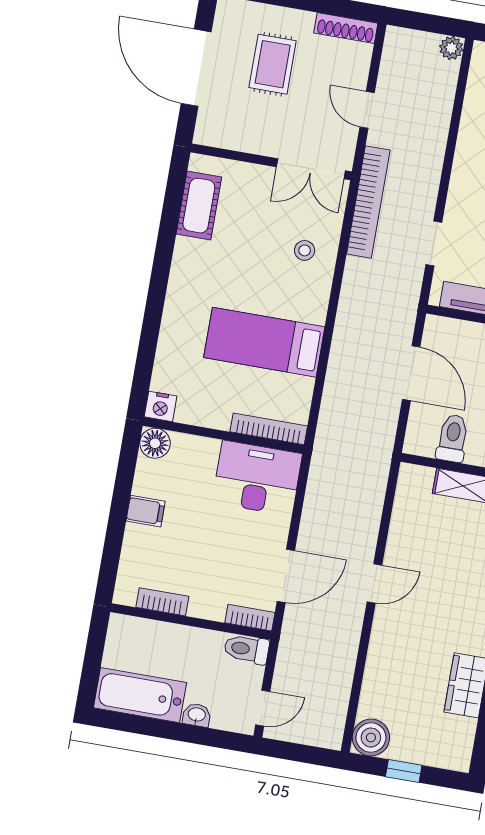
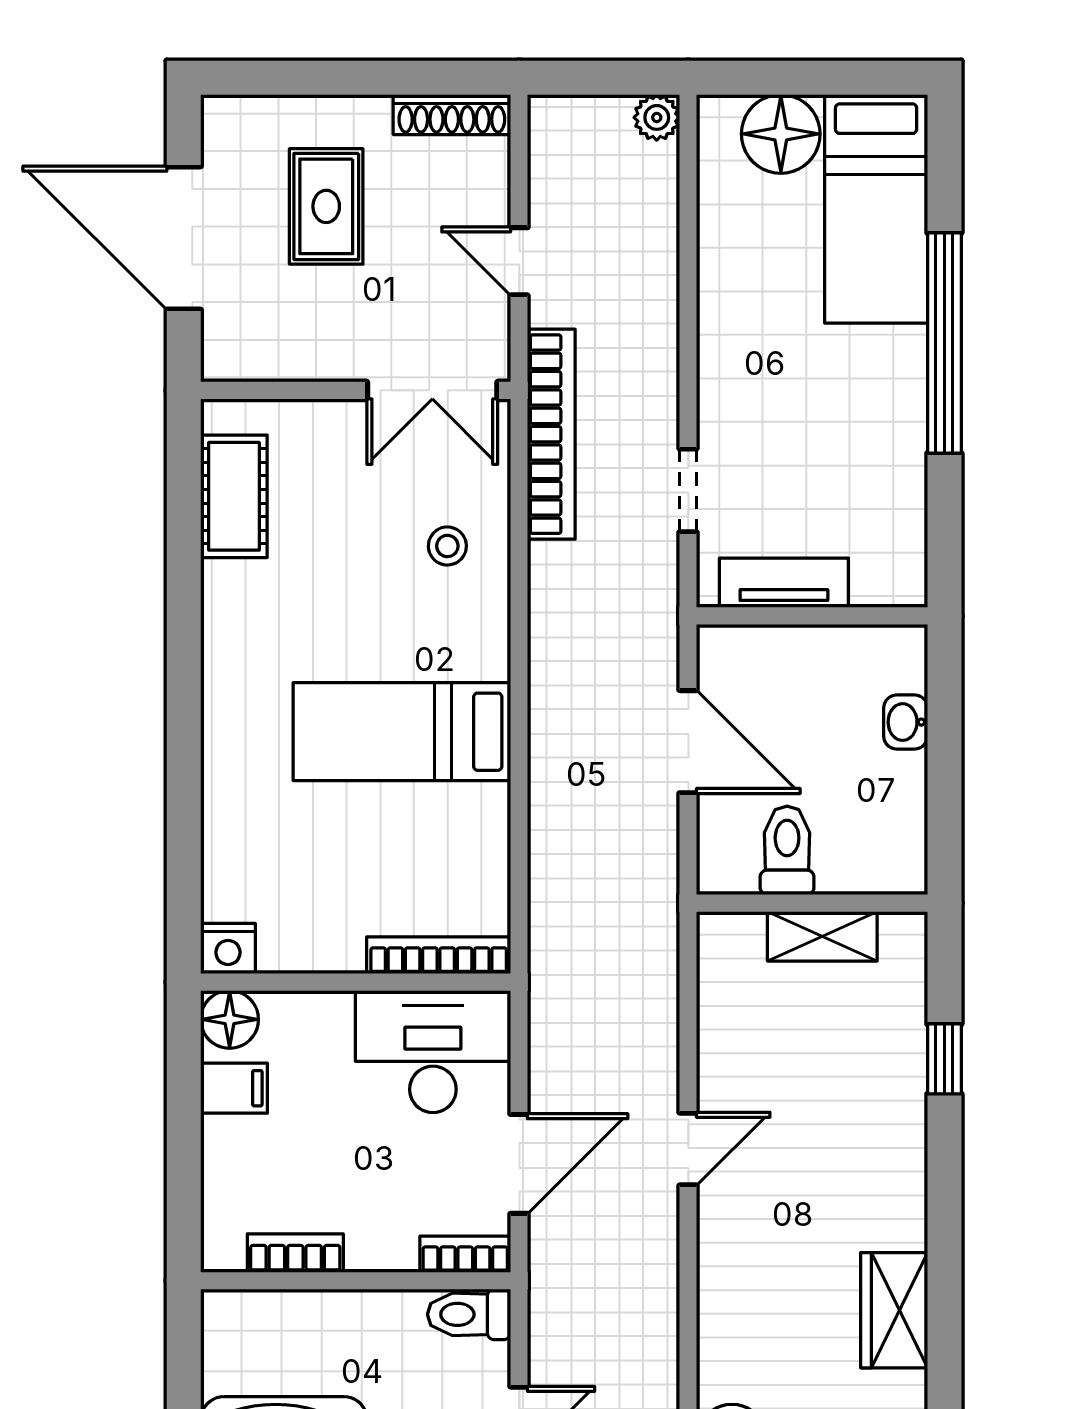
nightstand: (161, 406) -> (228, 948), moved
bookcase: (269, 429) -> (439, 955), moved
wall: (223, 435) -> (356, 982), moved
floor lamp: (155, 443) -> (230, 1019), moved
desk: (257, 478) -> (433, 1052), moved

